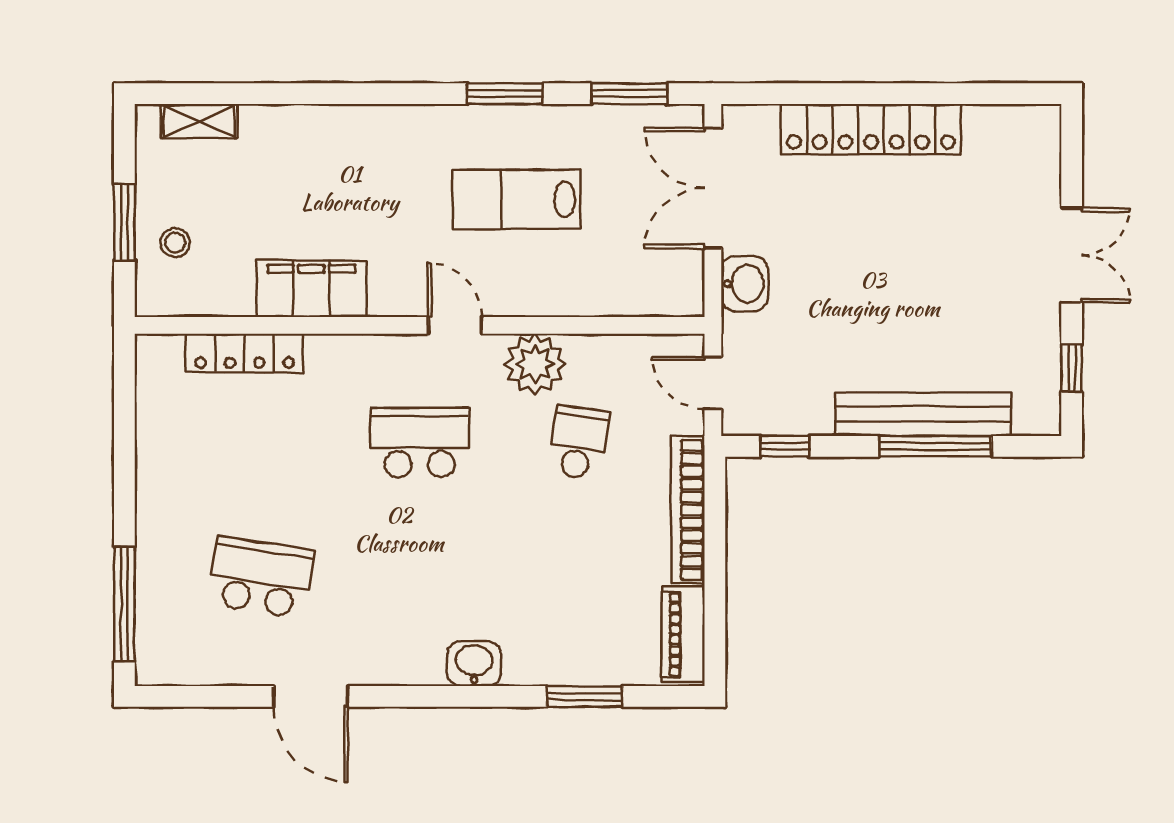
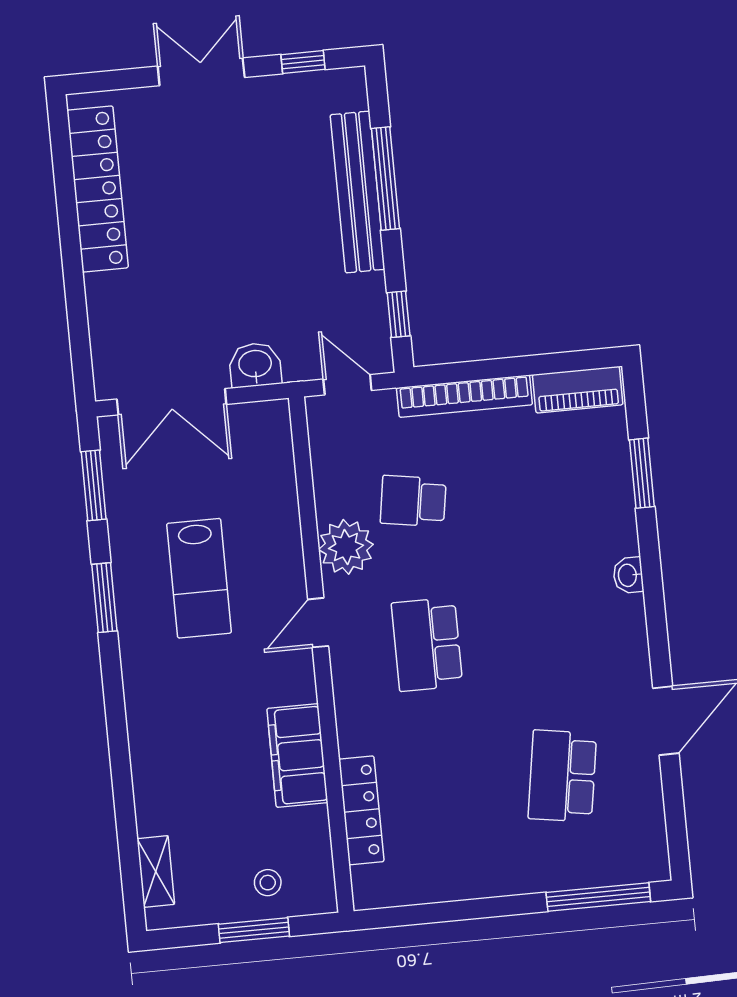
locker: (871, 129) -> (98, 189), moved
door: (713, 383) -> (347, 385), swing flipped
washbasin: (474, 664) -> (628, 575), width x0.72, depth x0.69

